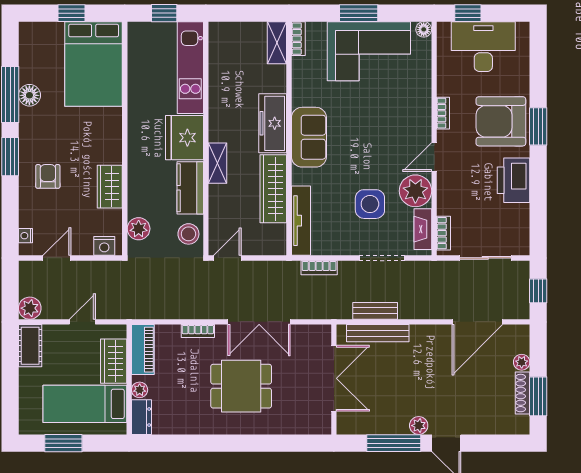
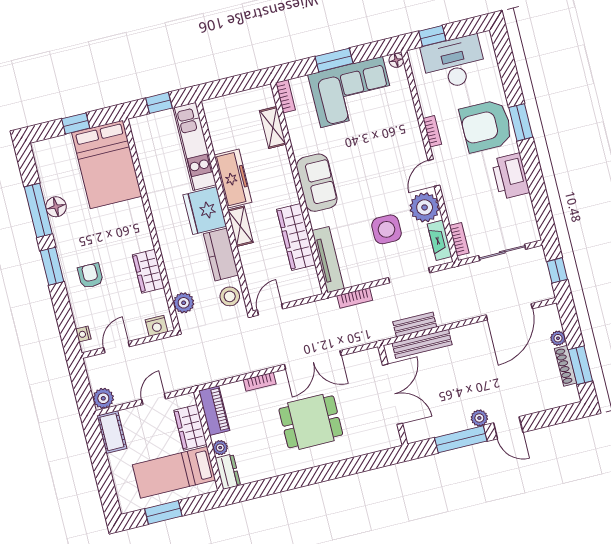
shelving: (277, 43) -> (273, 127), moved
freezer: (273, 123) -> (233, 179), moved, turned 180

